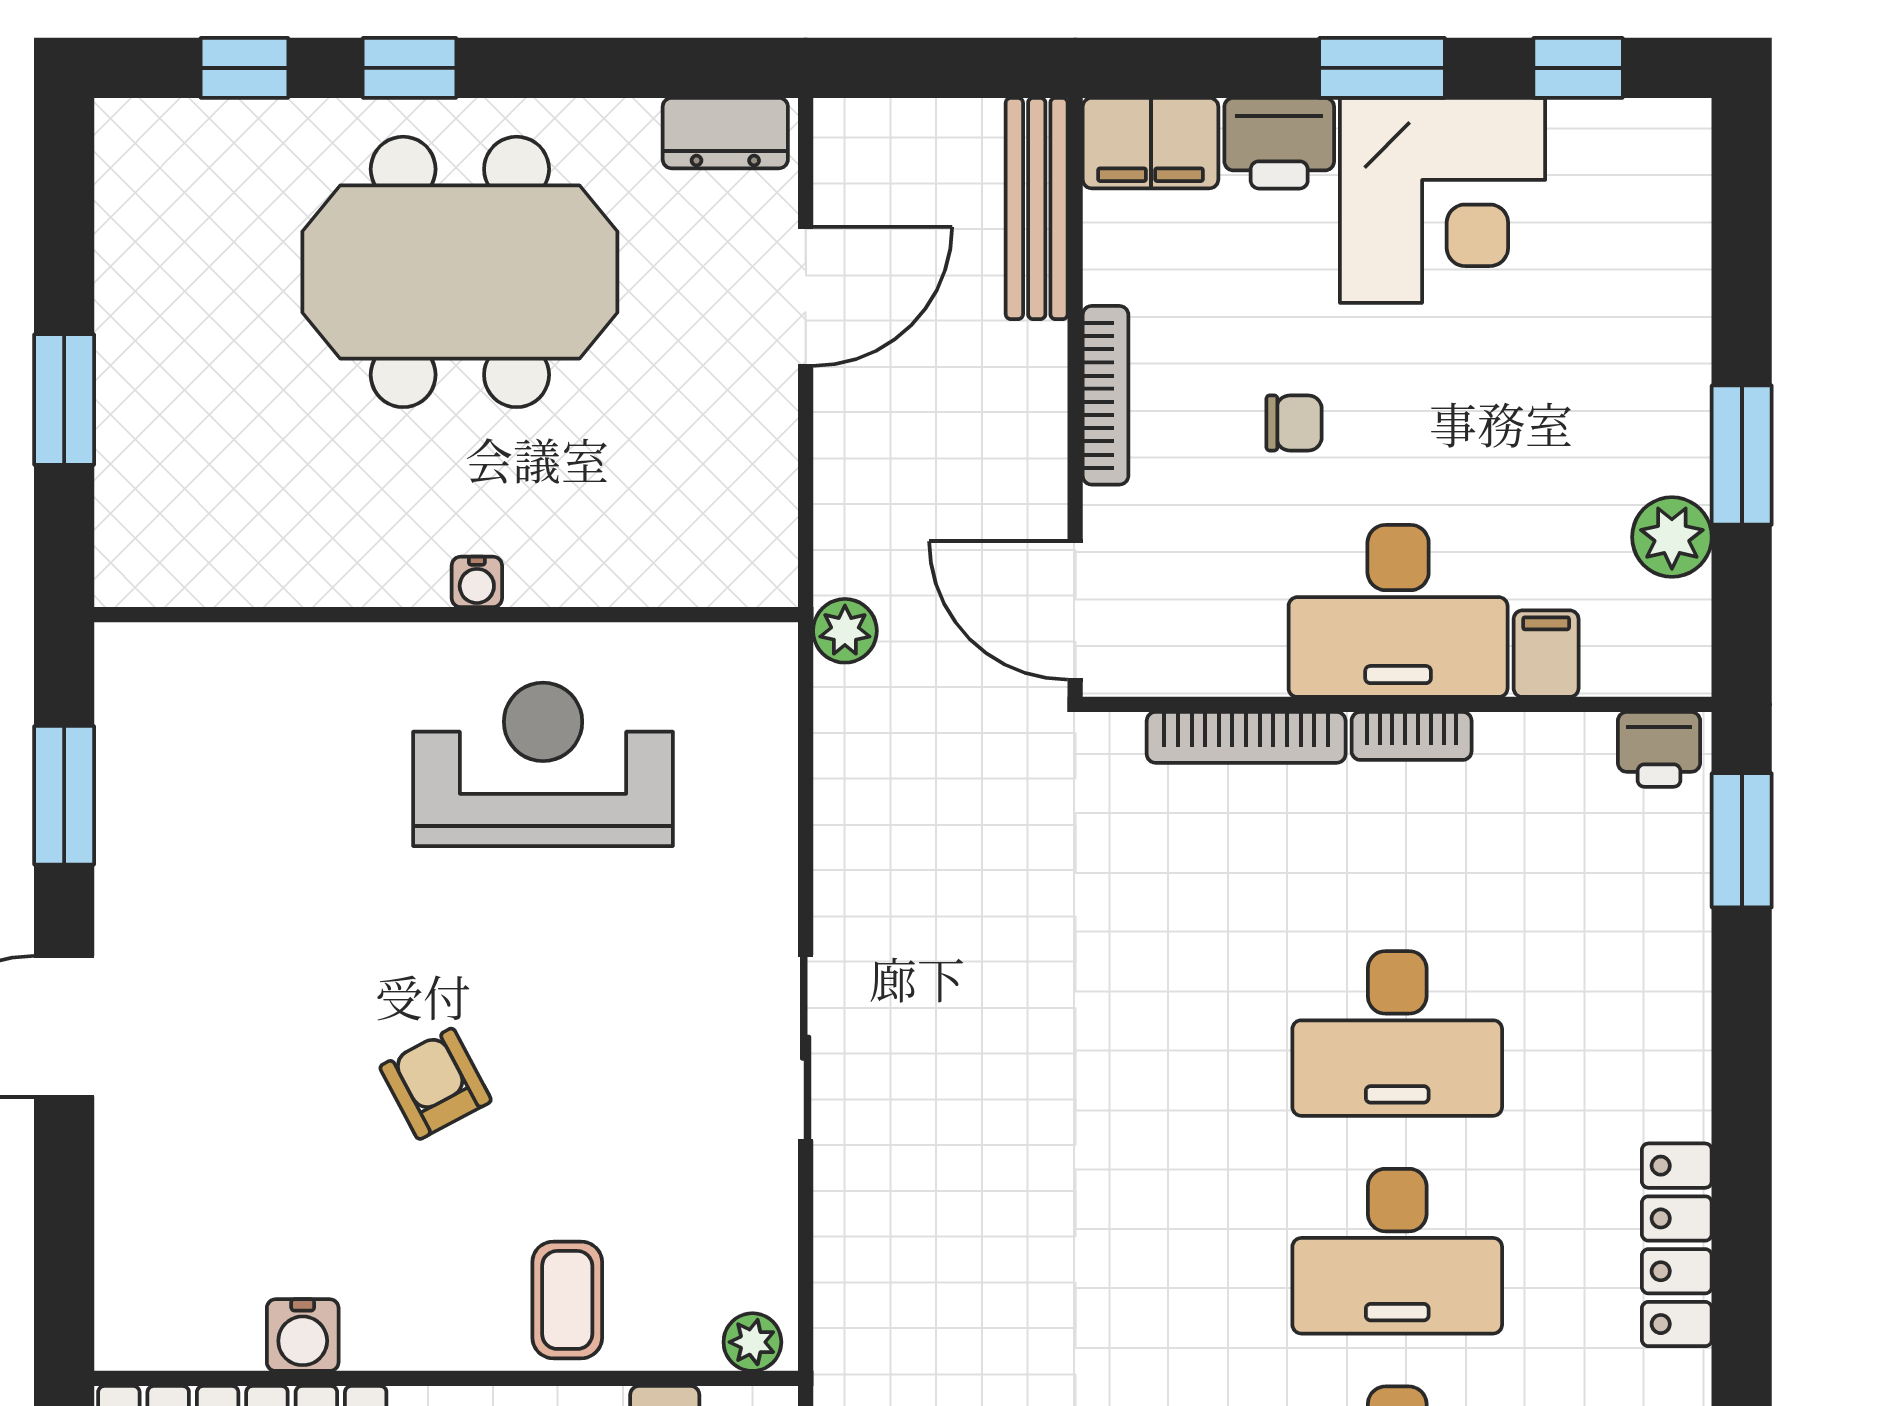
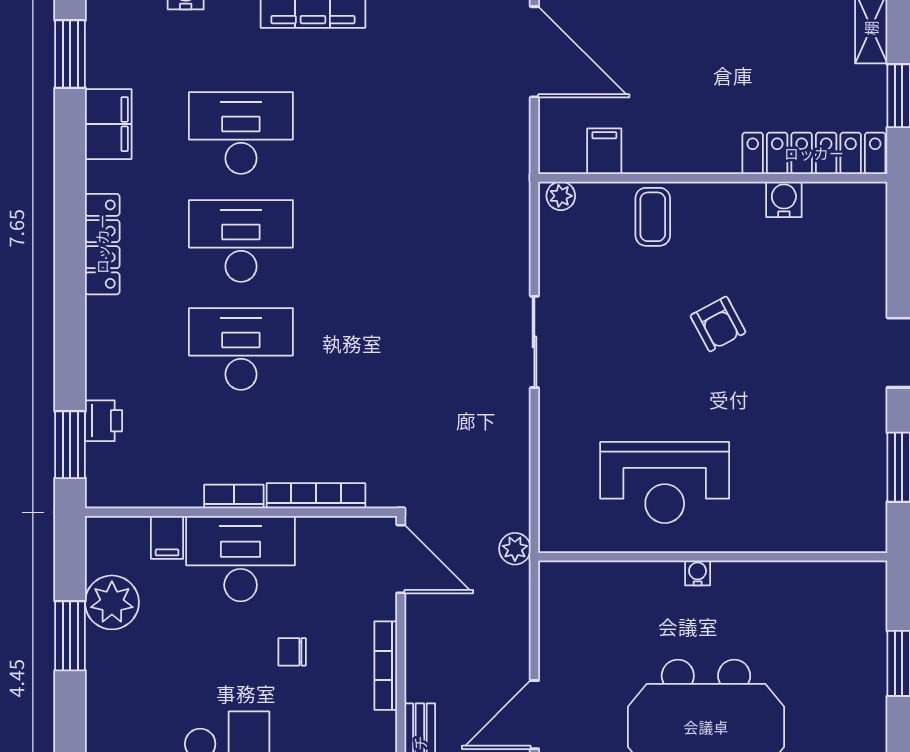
plant: (1672, 537) -> (112, 602), width x1.36, depth x1.36
printer: (1659, 749) -> (104, 421), moved, turned 90

